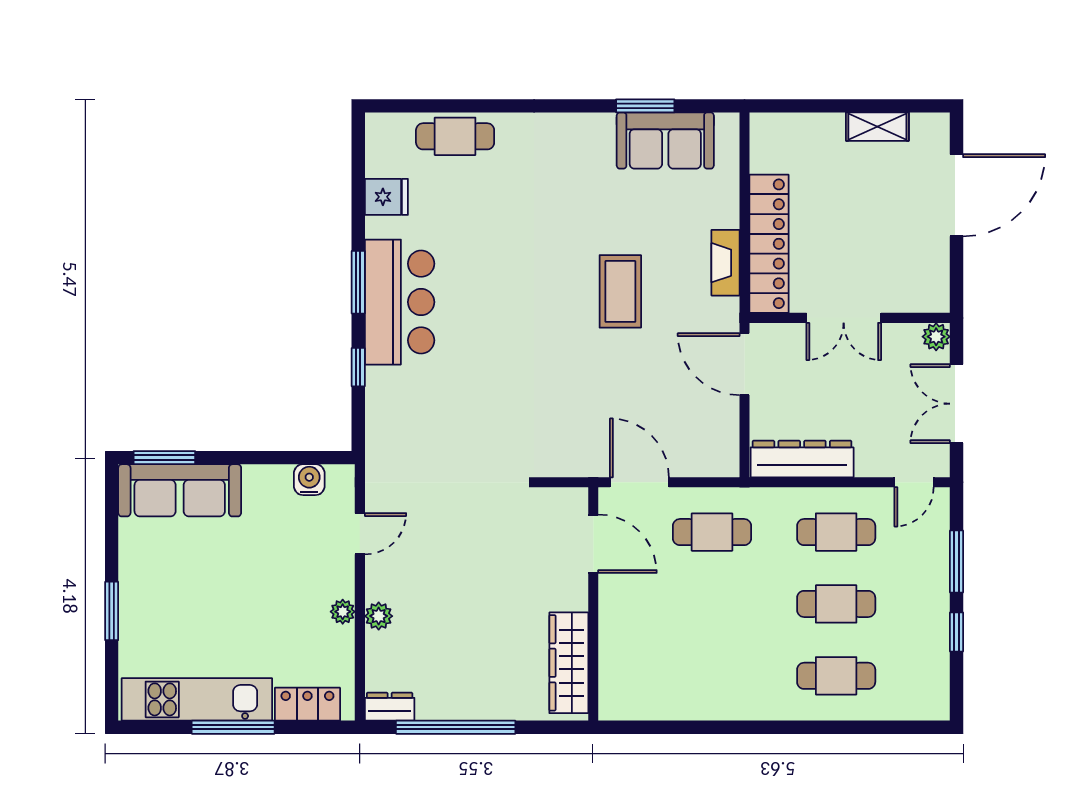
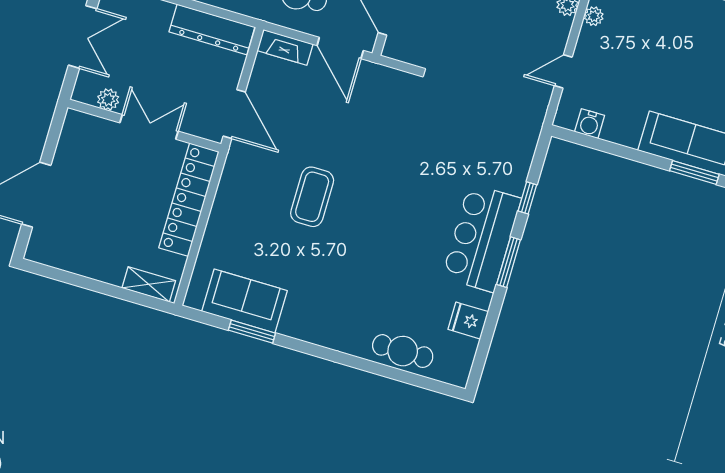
shelving: (877, 127) -> (149, 284), moved
fireplace: (726, 263) -> (285, 47), moved, turned 90
plant: (936, 337) -> (108, 99), moved

